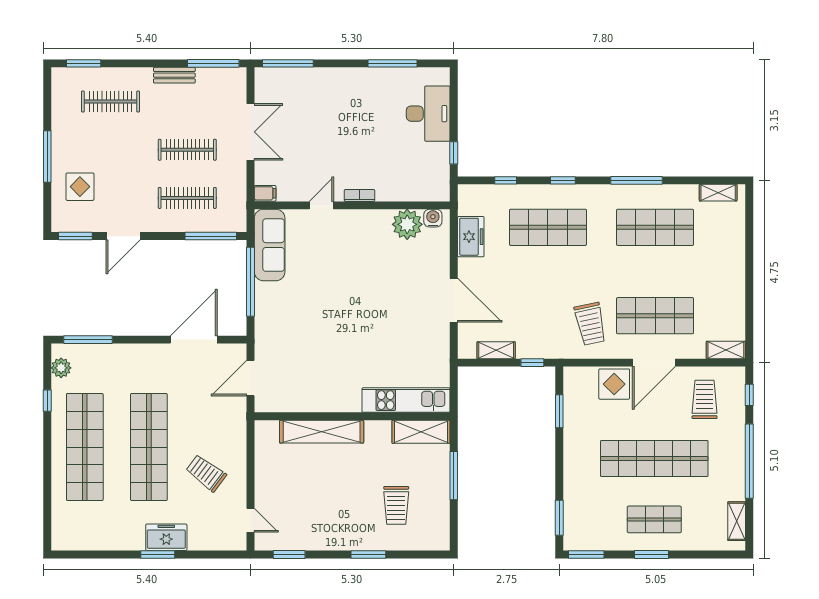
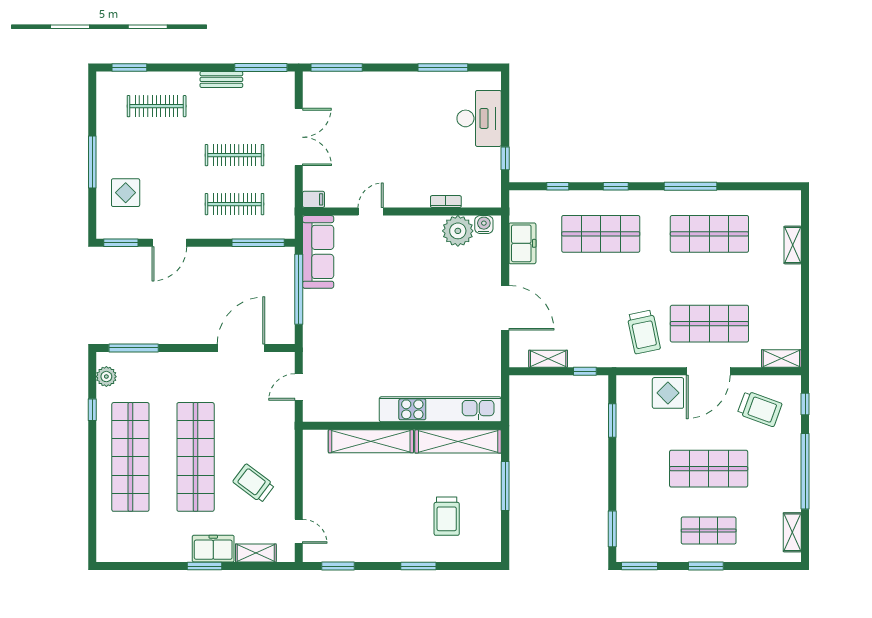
shelving: (718, 193) -> (793, 245), moved, turned 90
bookcase: (359, 195) -> (446, 202), moved
door: (251, 378) -> (299, 387), width x0.73
trolley: (705, 399) -> (760, 409), turned 110
kitchen unit: (406, 400) -> (440, 409), width x1.36
shelving: (421, 432) -> (458, 441), width x1.47
shop shelf: (654, 459) -> (709, 469), width x0.71
shelving: (208, 542) -> (256, 553), added

